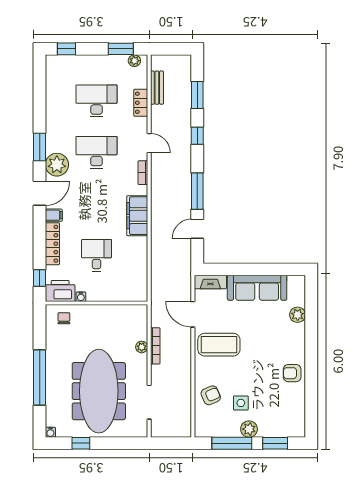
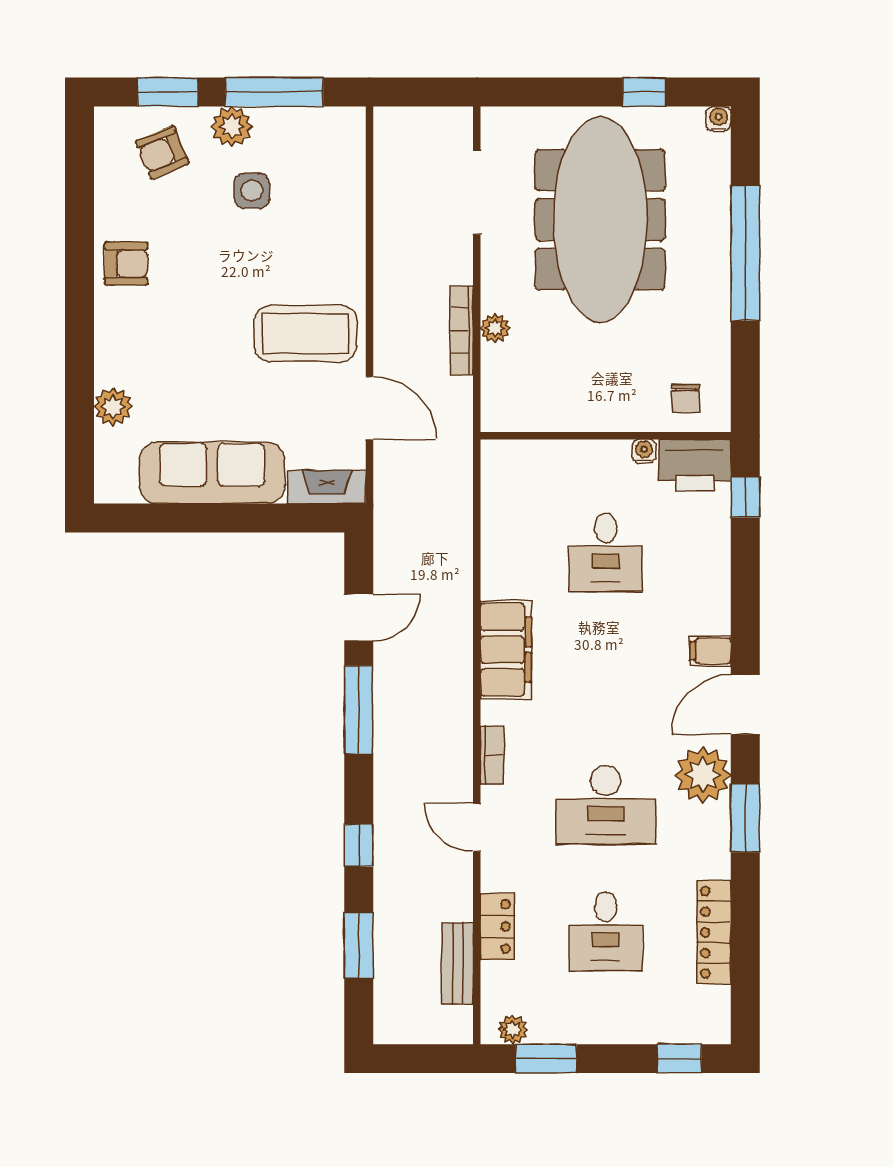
desk: (96, 101) -> (606, 931), width x0.73
locker: (52, 244) -> (714, 932), moved
armchair: (211, 395) -> (162, 152), moved

